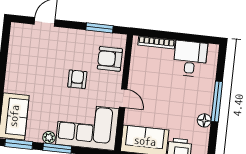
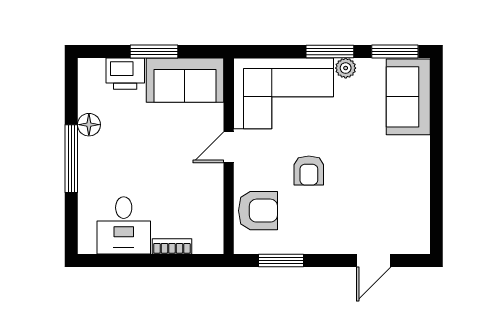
bookcase: (156, 43) -> (172, 246), width x0.64
door: (123, 98) -> (229, 147), hinge flipped

